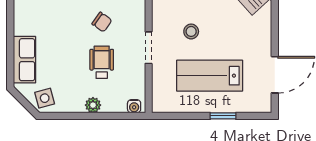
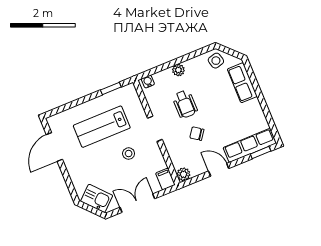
lab bench: (210, 76) -> (102, 127), turned 180
window: (223, 116) -> (111, 89), moved

